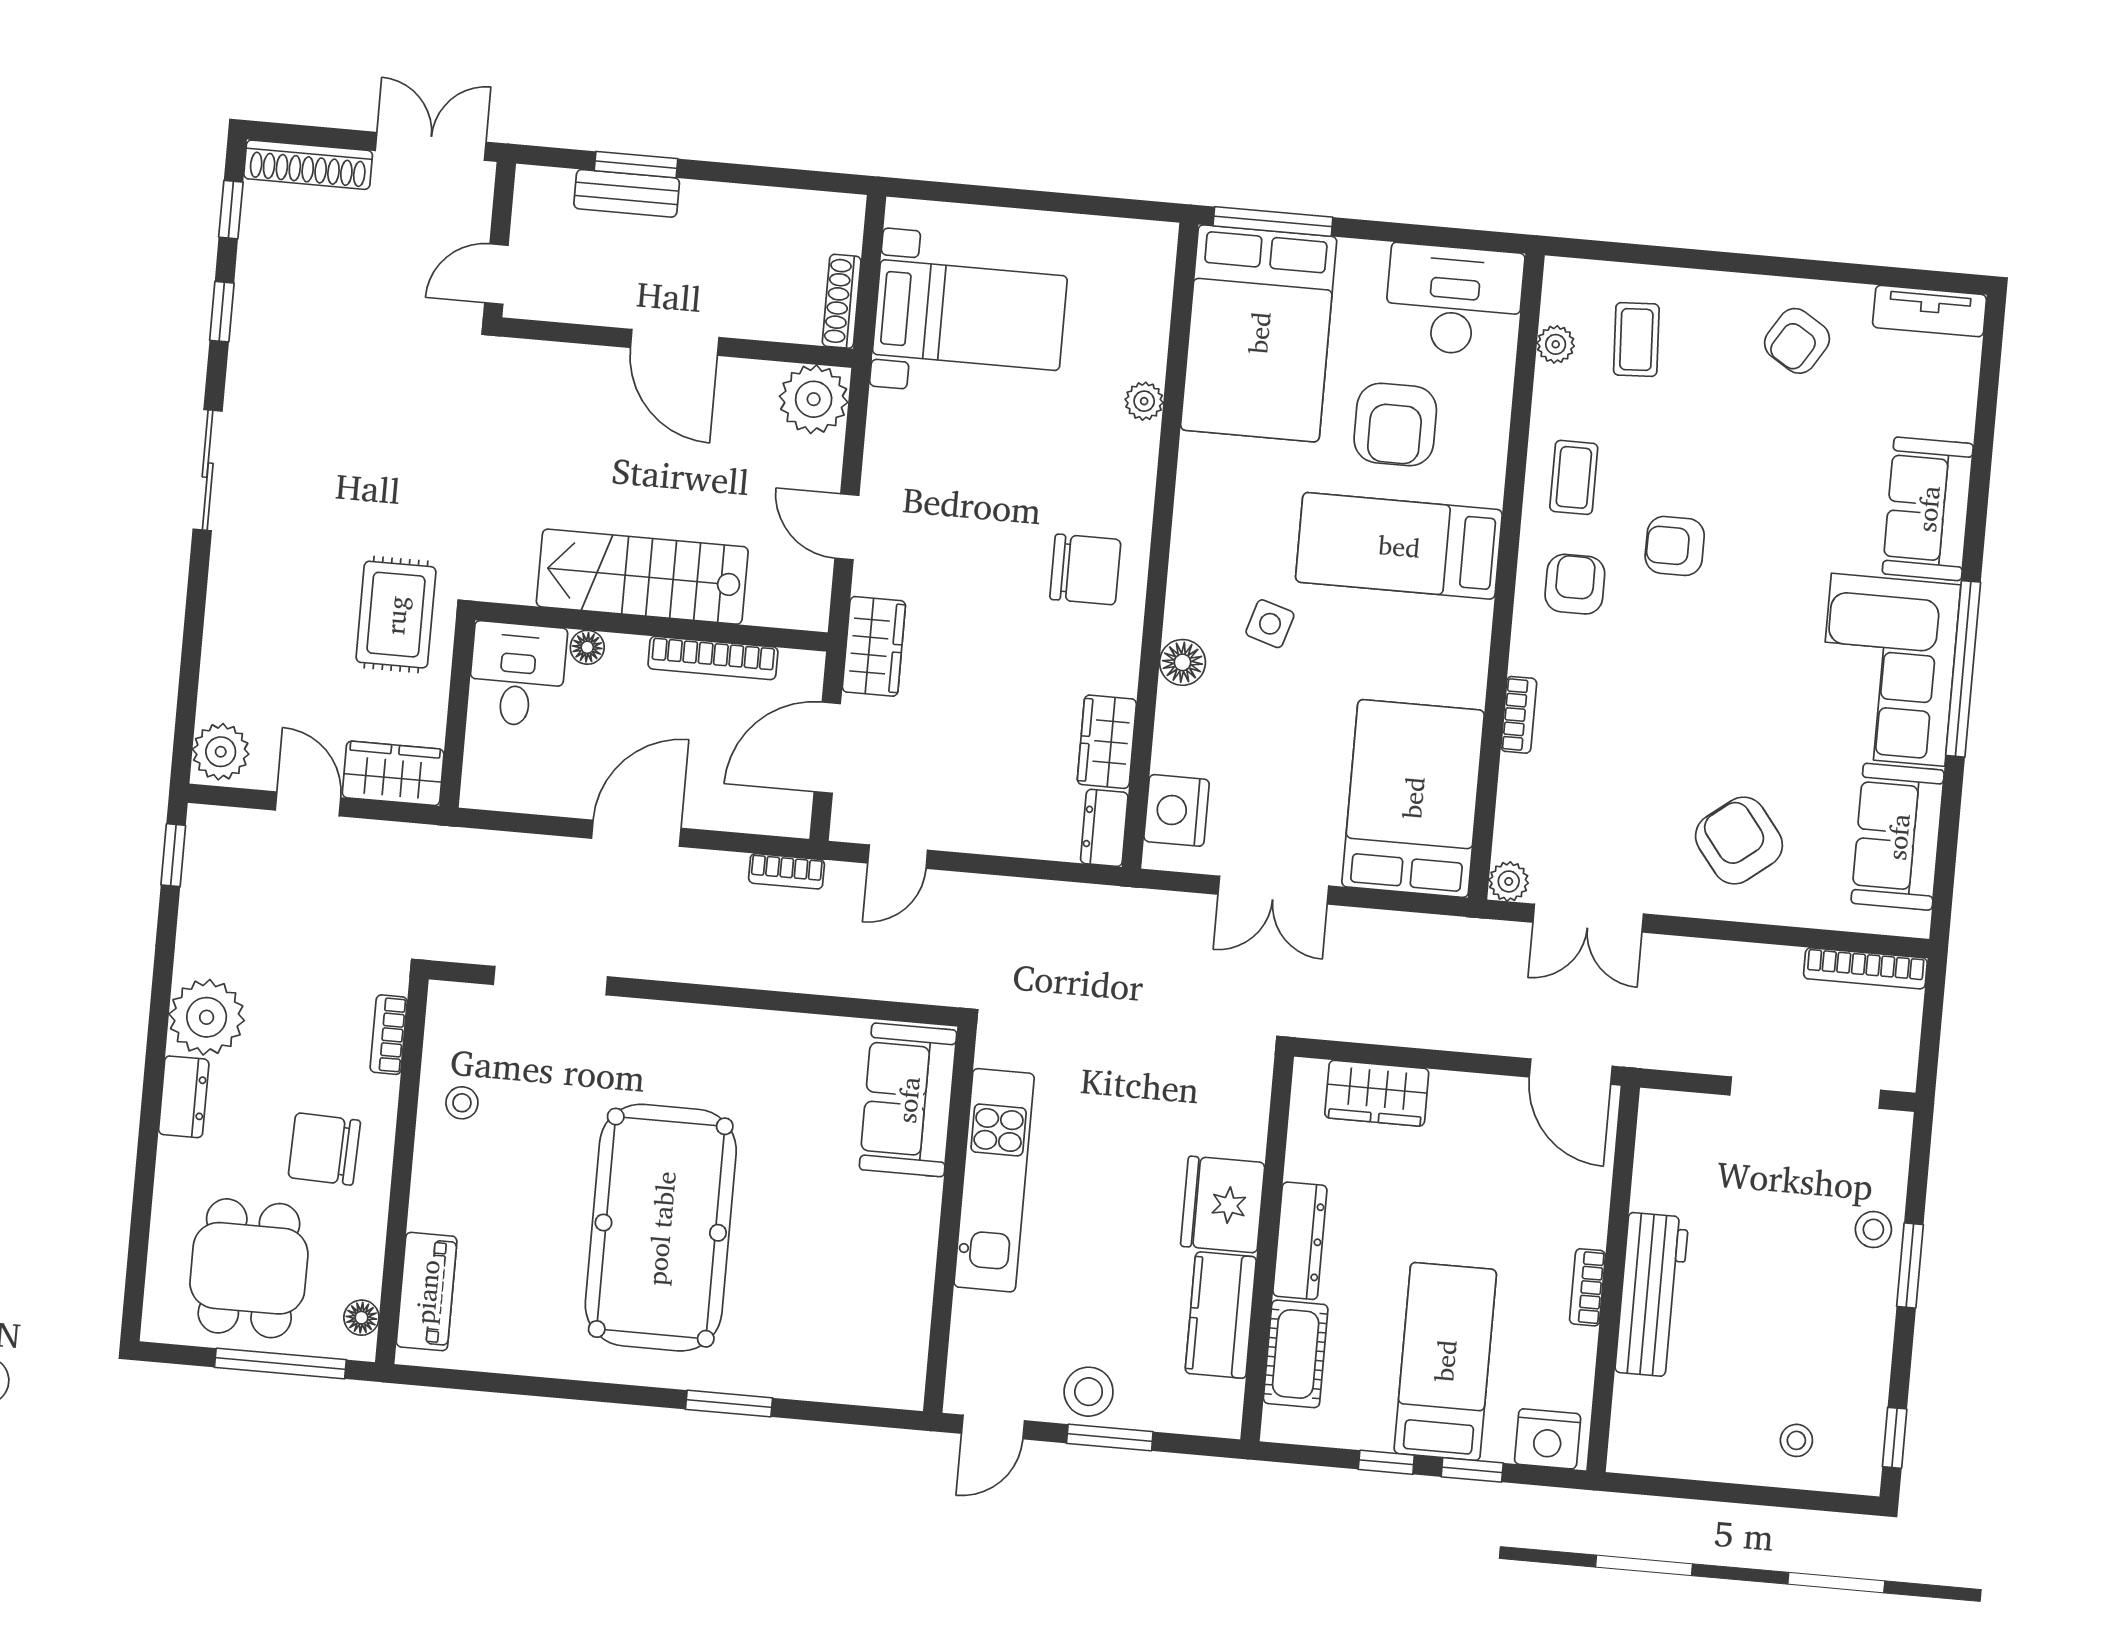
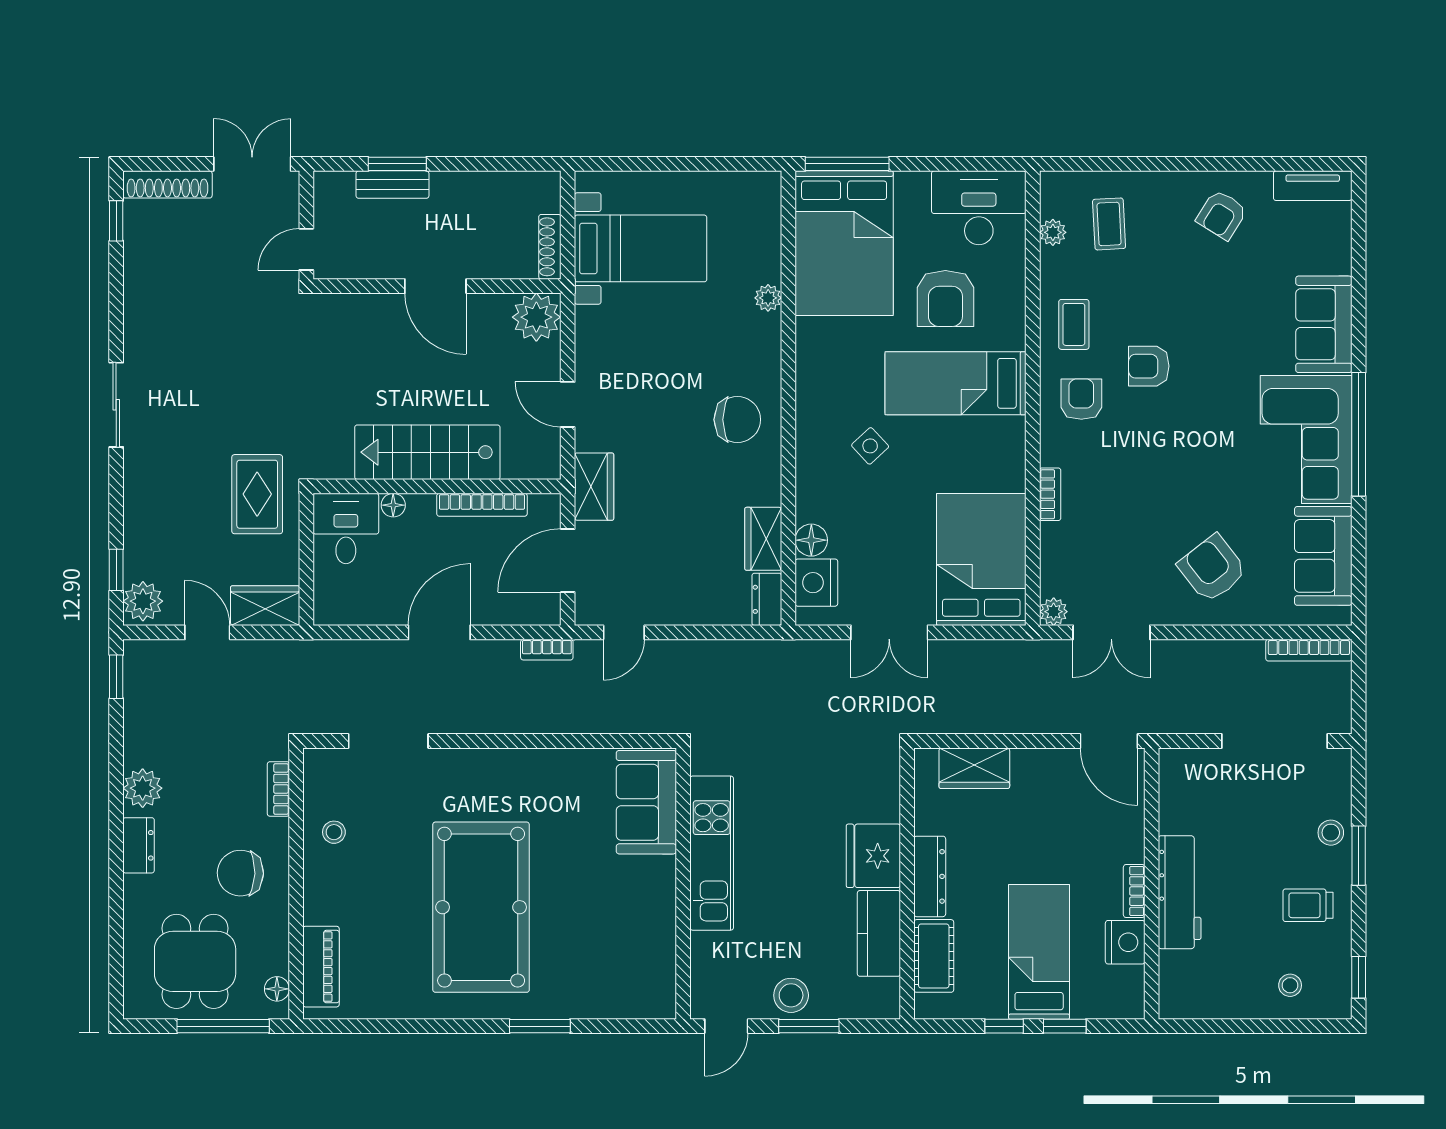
window: (222, 312) -> (116, 570), moved
side table: (1270, 624) -> (870, 446), turned 30
floor lamp: (1182, 662) -> (811, 540), moved
plant: (207, 1017) -> (143, 788), width x0.73, depth x0.73
trolley: (1832, 1329) -> (1308, 905), added
nightstand: (1548, 1439) -> (1125, 942), moved, turned -90

